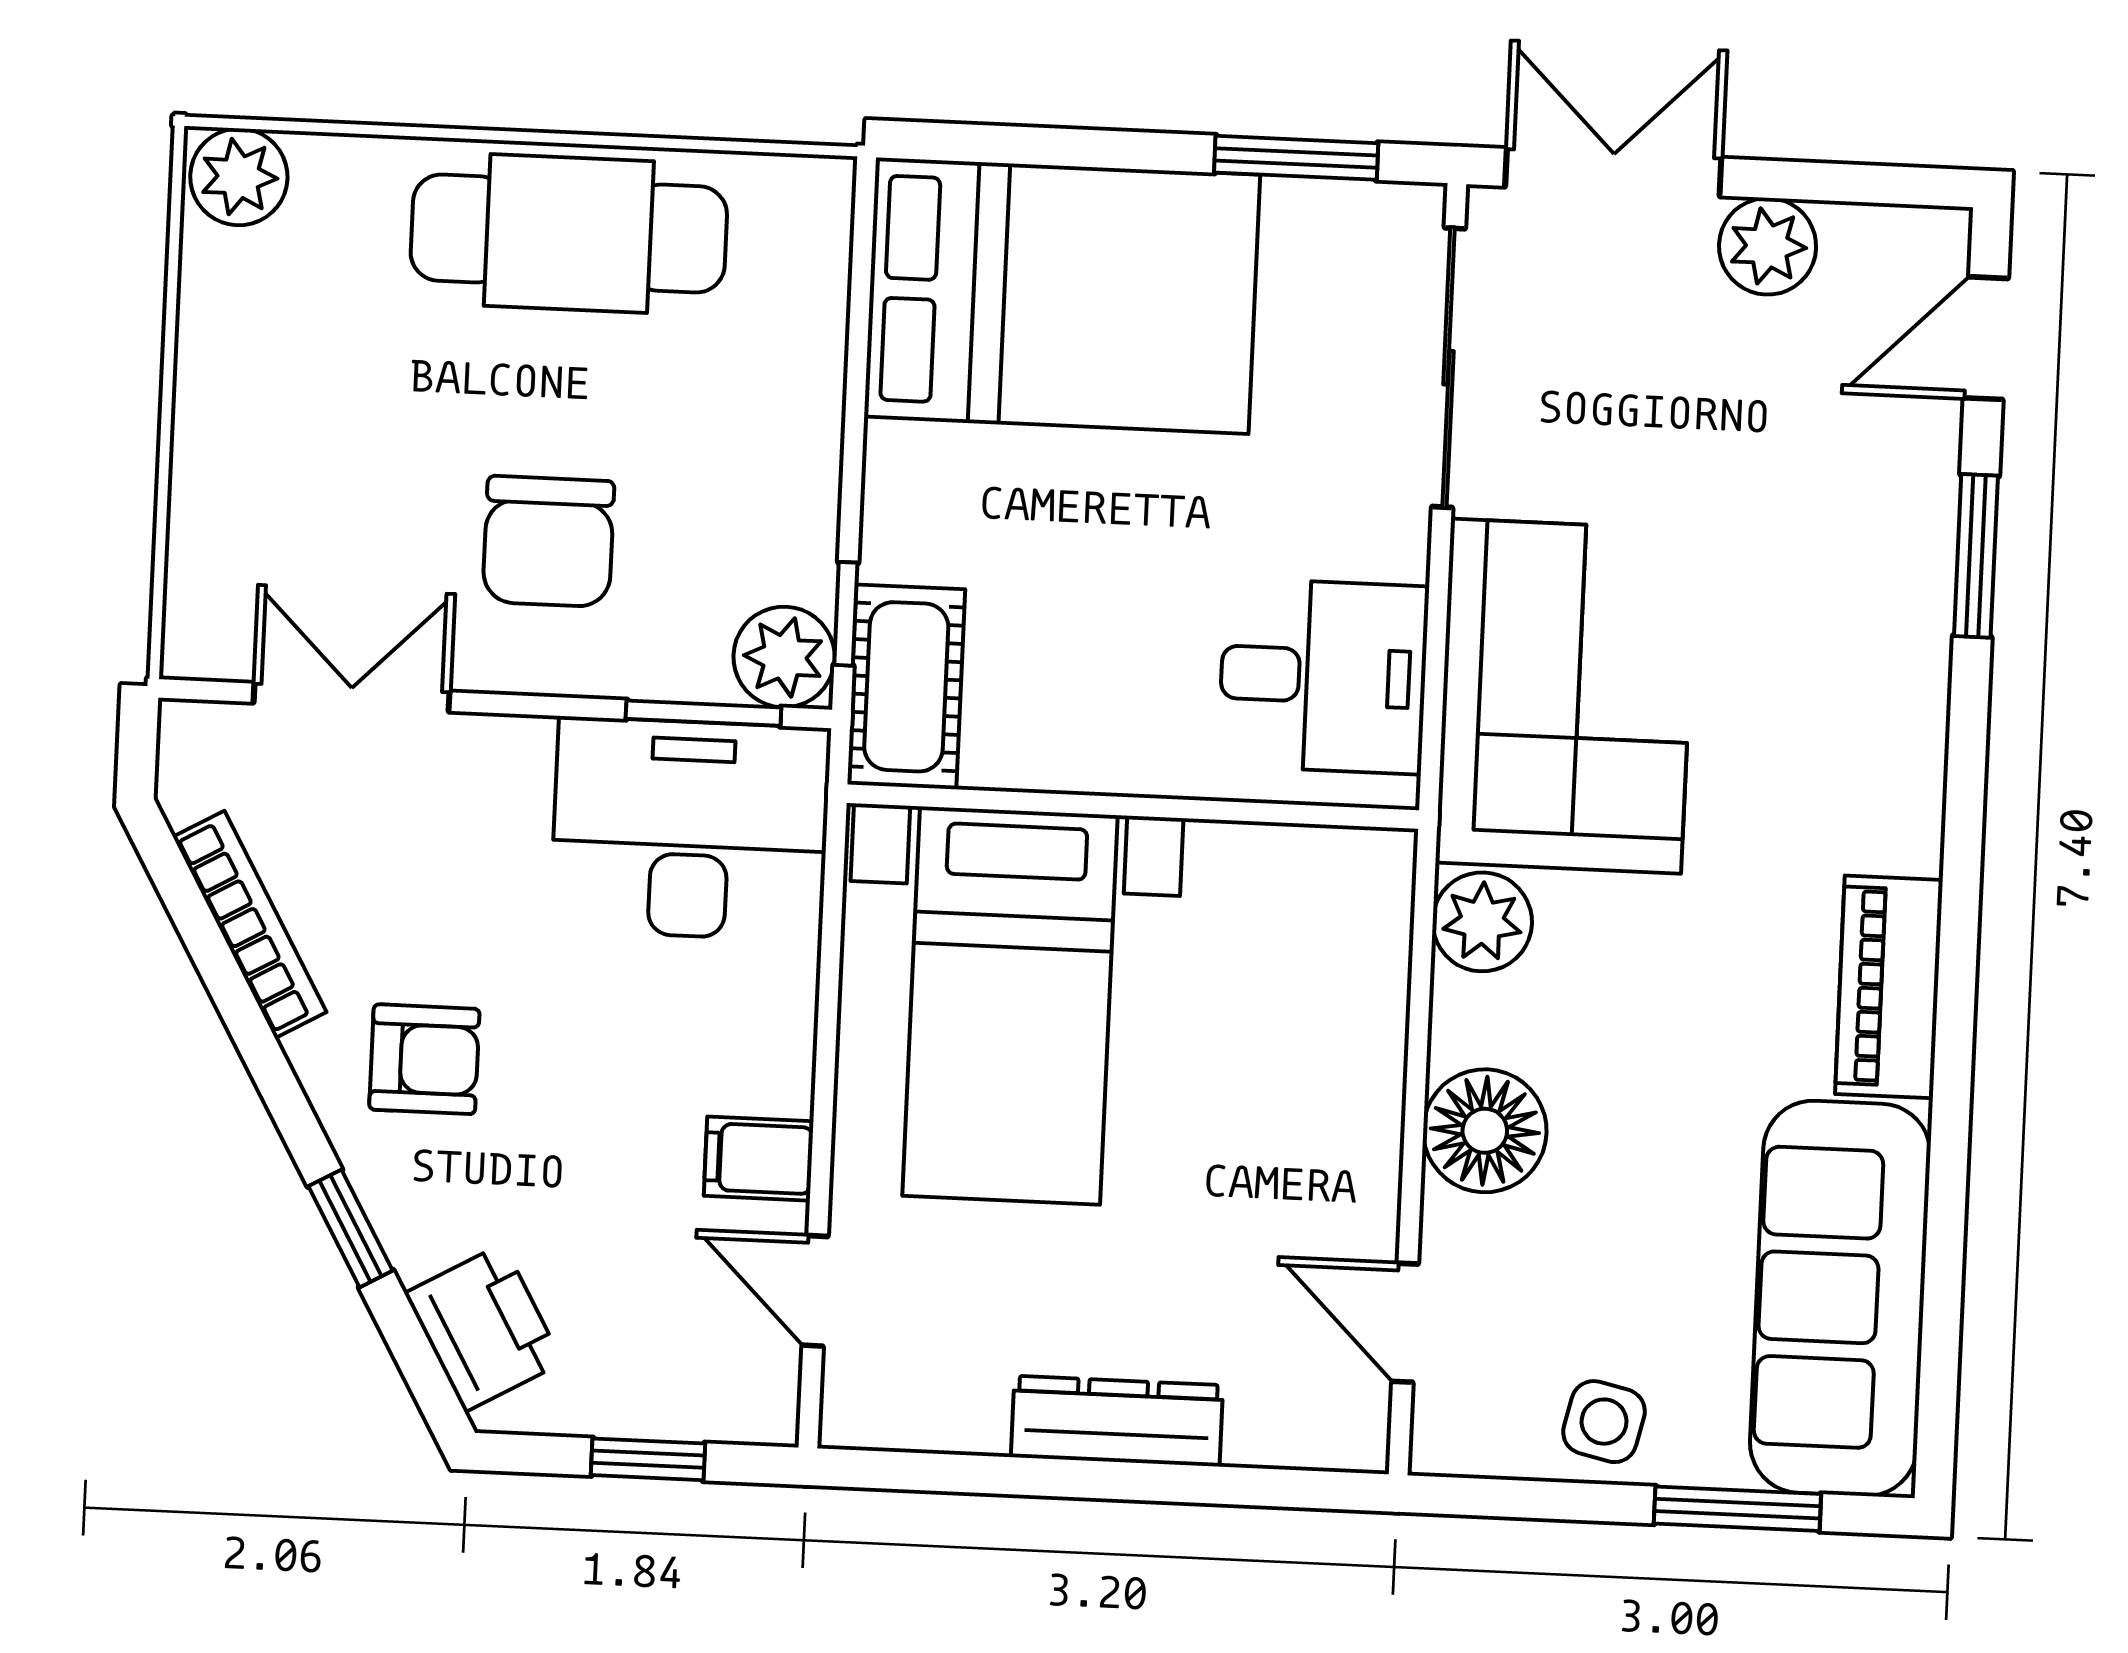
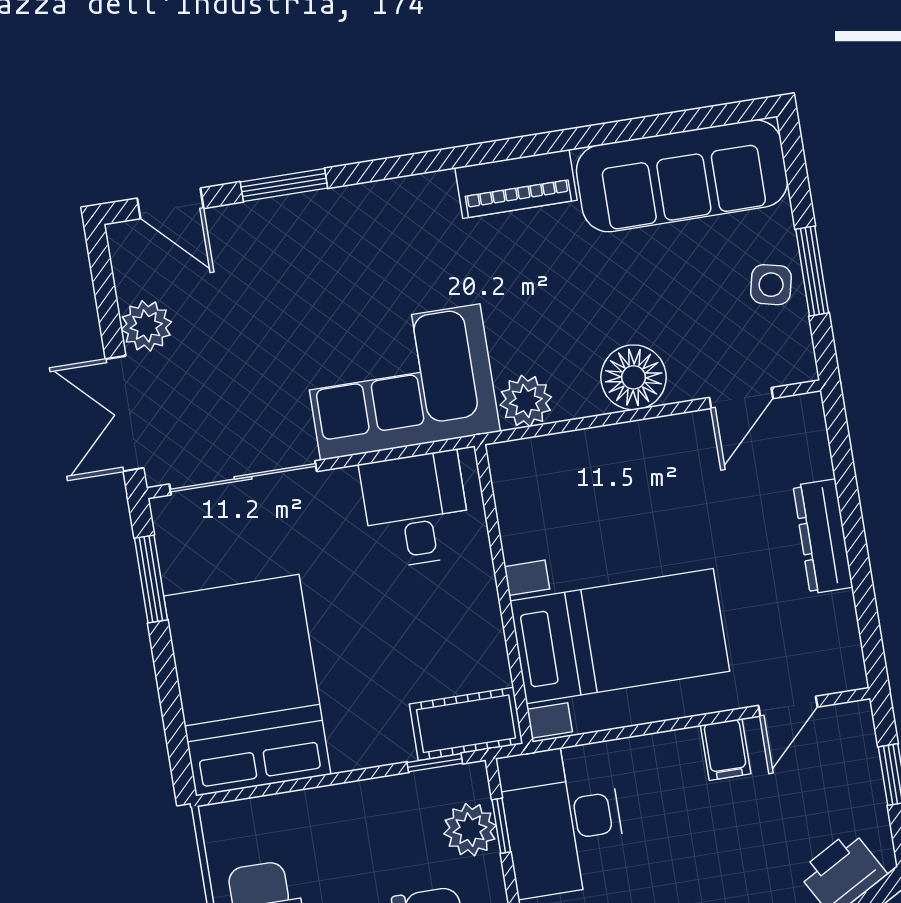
plant: (784, 657) -> (470, 830), moved
window: (703, 713) -> (501, 826), width x0.67
window: (1737, 1509) -> (812, 271), moved

